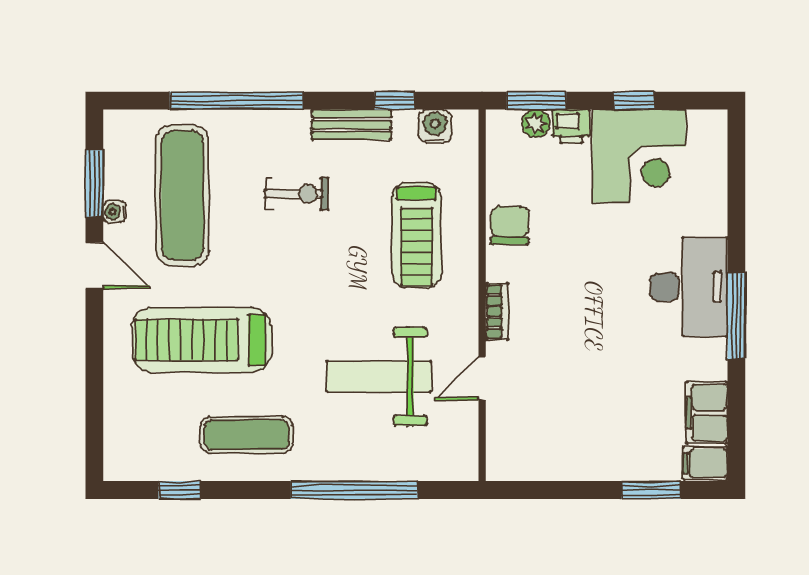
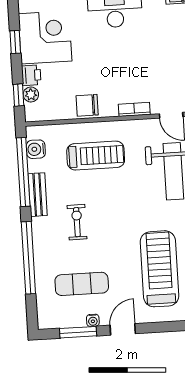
window: (394, 101) -> (23, 172), width x3.17
window: (536, 101) -> (18, 95), width x0.67
exercise mat: (182, 195) -> (82, 284), width x0.73, depth x0.69
treadmill: (201, 340) -> (160, 269), turned 180

